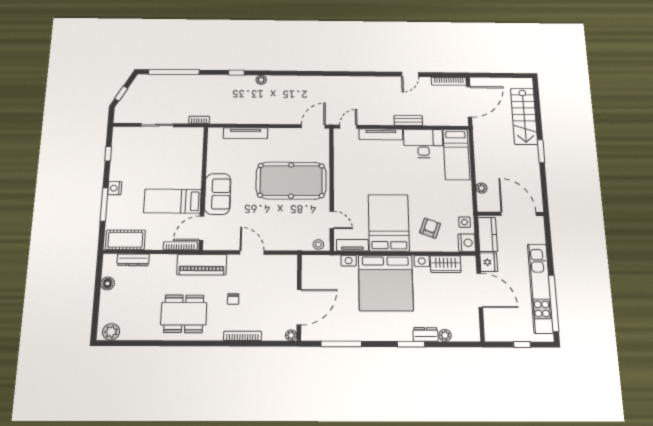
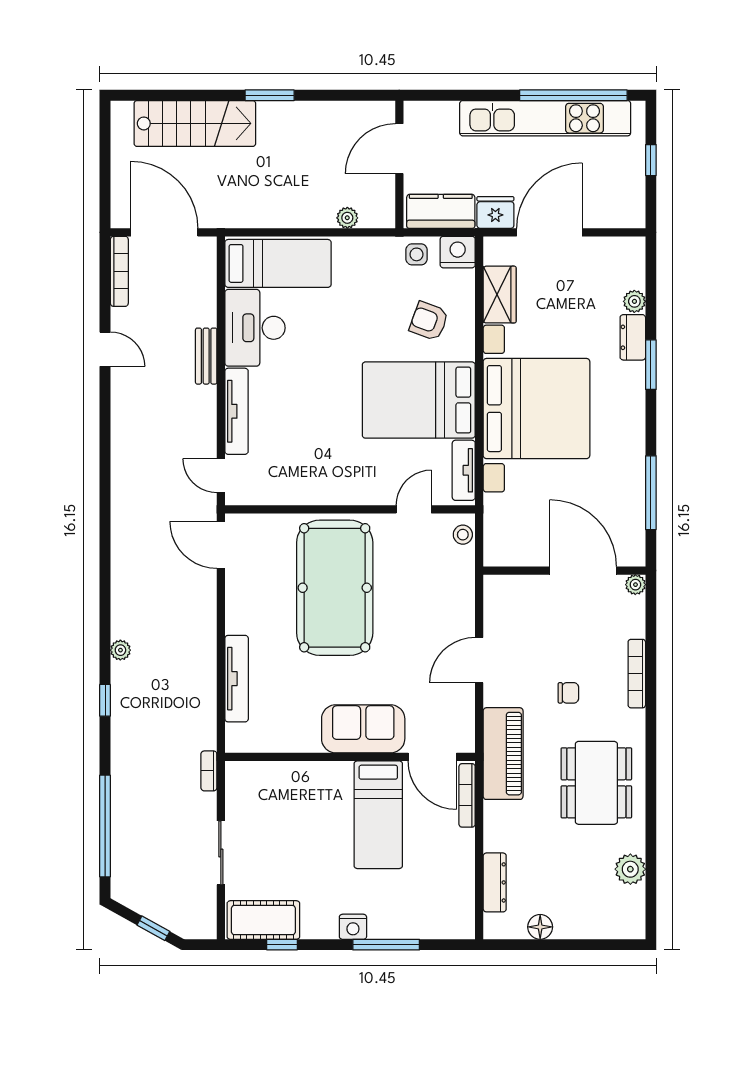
door: (519, 214) -> (399, 149), width x0.73
cot: (125, 240) -> (263, 920), moved, turned 90
plant: (111, 332) -> (630, 869), moved

